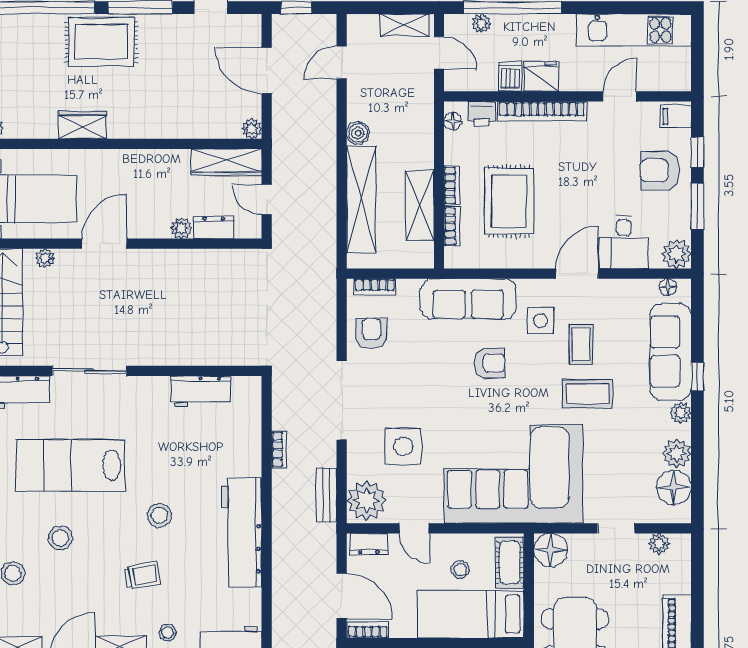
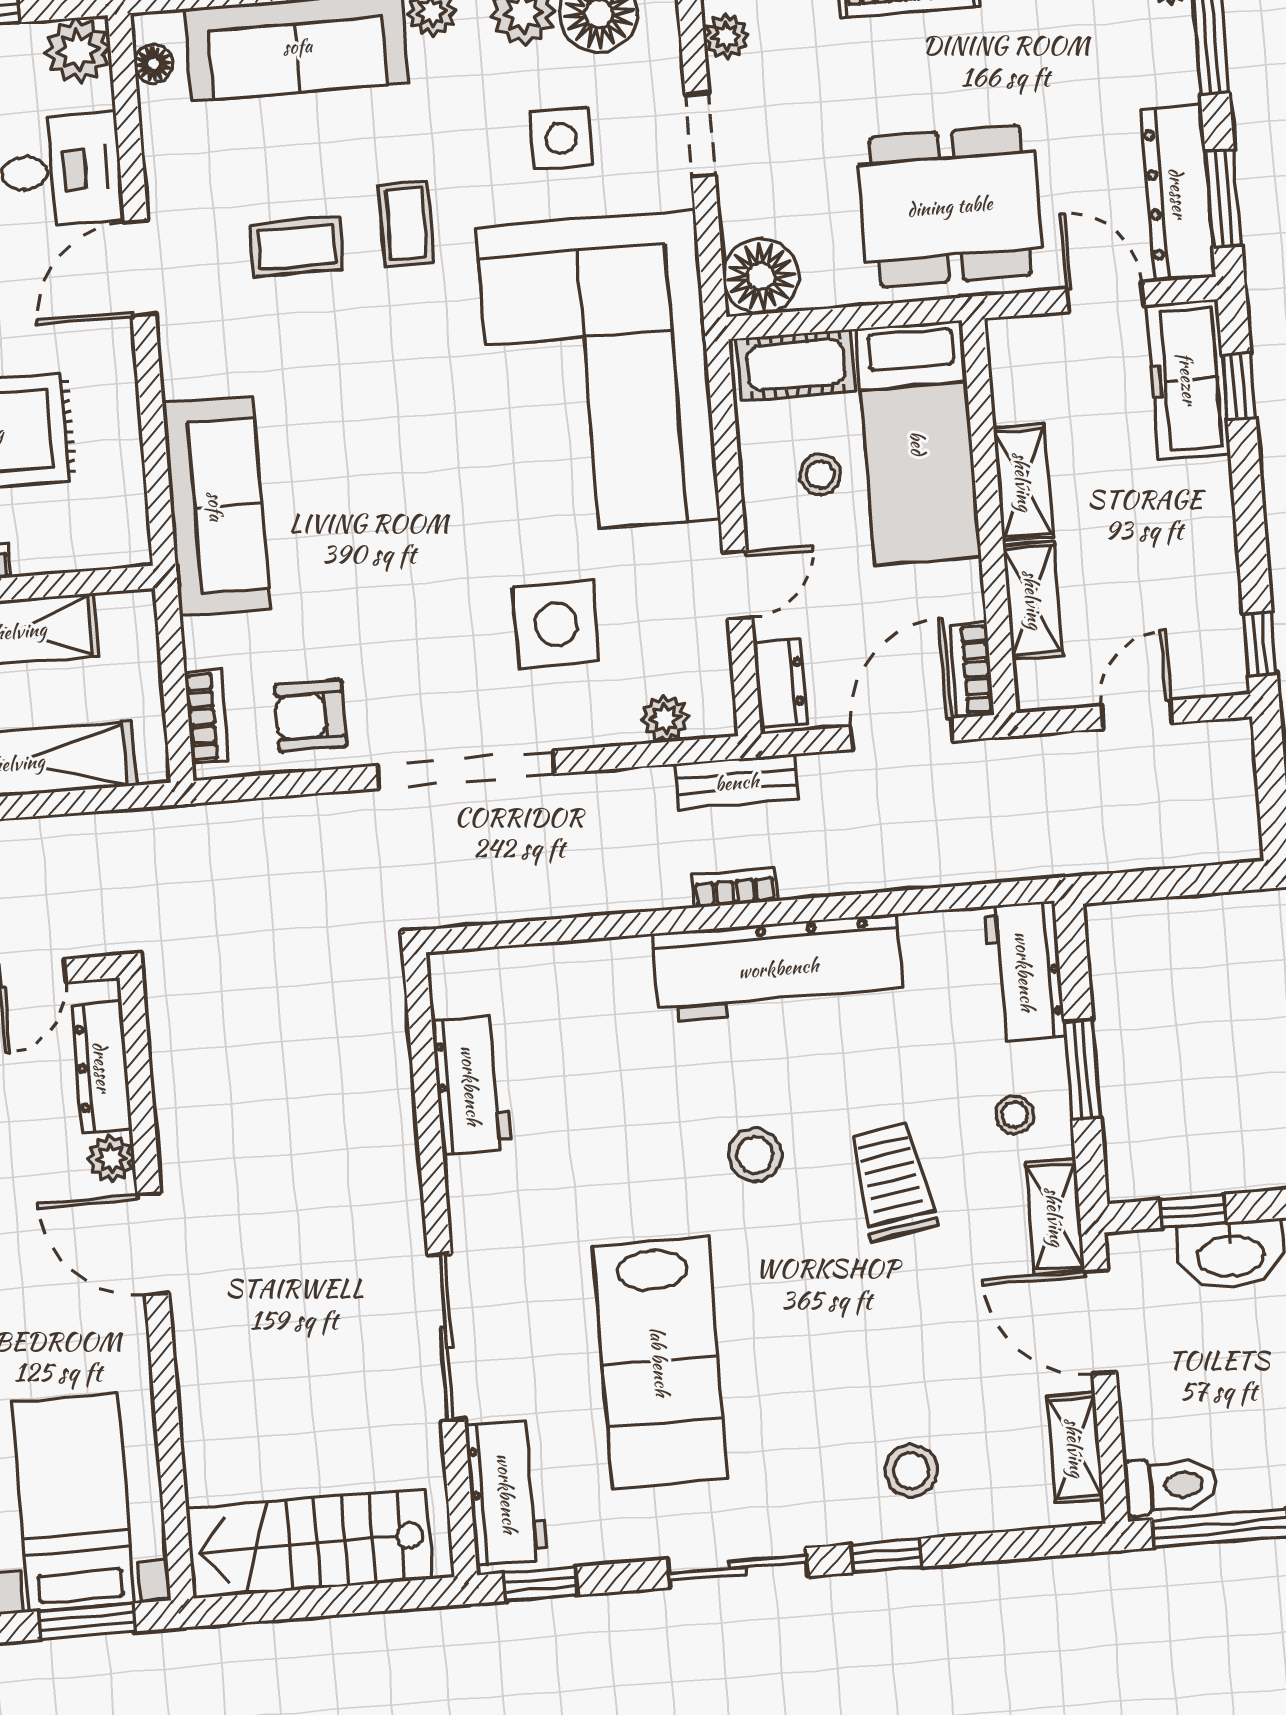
bookcase: (452, 226) -> (58, 556), removed
dresser: (214, 227) -> (102, 1067), width x1.44
door: (104, 244) -> (153, 1244), moved
plant: (45, 258) -> (203, 1456), removed
door: (577, 274) -> (140, 268), hinge flipped
side table: (540, 321) -> (561, 138), moved
armchair: (490, 363) -> (355, 447), removed
coffee table: (587, 394) -> (406, 224), width x0.73, depth x0.77
bookcase: (279, 449) -> (735, 888), moved
bench: (326, 495) -> (737, 782), moved
plant: (366, 500) -> (665, 718), width x0.53, depth x0.53
stool: (60, 538) -> (823, 1371), removed
trolley: (142, 575) -> (892, 1182), width x1.36, depth x1.39

